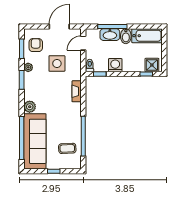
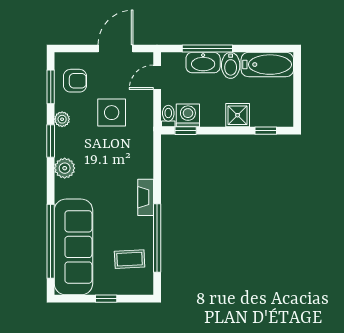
armchair: (36, 45) -> (75, 81), turned 90
washing machine: (115, 65) -> (188, 115), moved
shower: (152, 65) -> (238, 115), moved
fireplace: (77, 91) -> (146, 197), moved
plant: (30, 107) -> (65, 168), moved

